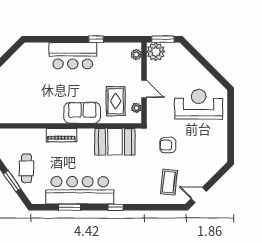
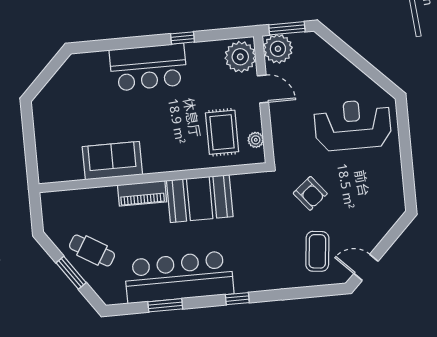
plant: (136, 55) -> (240, 57), width x1.87, depth x1.87
door: (144, 89) -> (263, 89), moved
sofa: (82, 113) -> (112, 161), moved
booth: (115, 142) -> (200, 199), moved
armchair: (168, 145) -> (310, 193), turned -129
cafe table: (26, 168) -> (92, 250), turned -59

